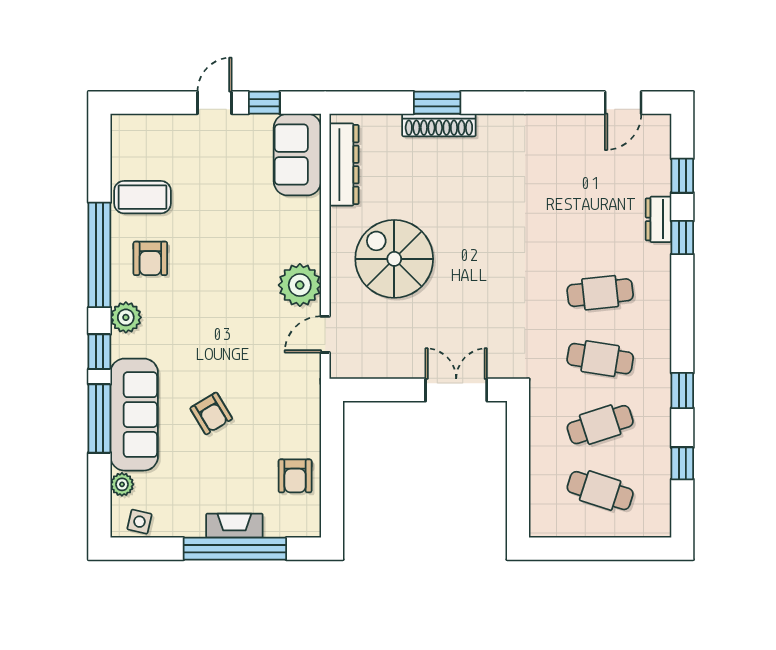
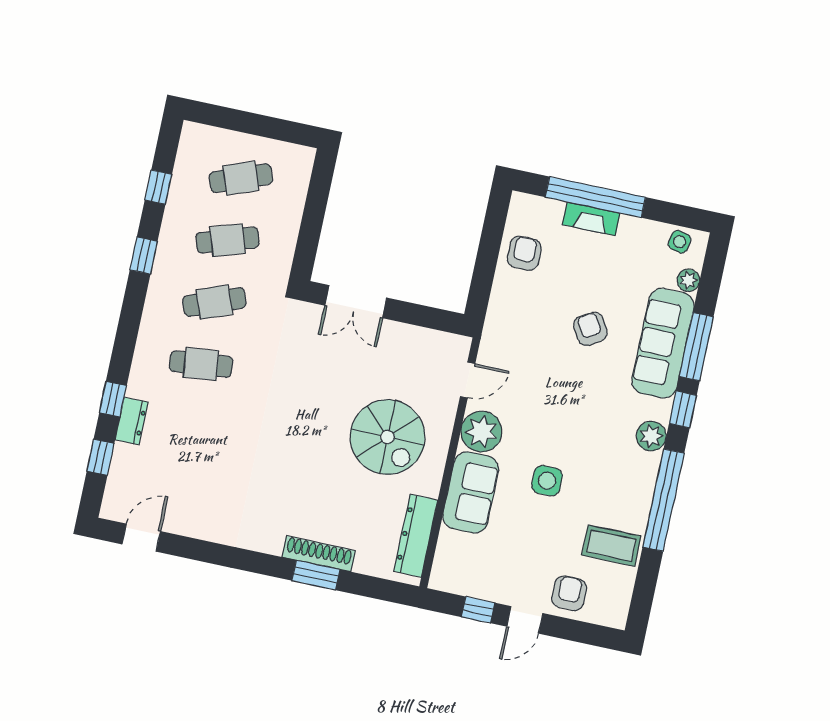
sofa: (297, 155) -> (471, 492), moved
side table: (222, 249) -> (547, 481), added
armchair: (150, 258) -> (569, 593), moved
cafe table: (600, 359) -> (214, 302), turned -30
cafe table: (600, 491) -> (241, 178), turned -39

